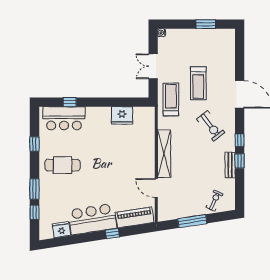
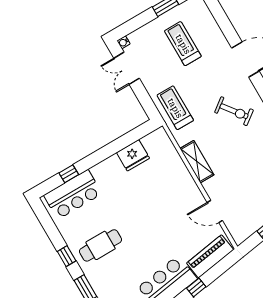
double door: (153, 66) -> (127, 68), moved
treadmill: (198, 83) -> (183, 44), moved, turned 180
window: (34, 144) -> (67, 256), moved
shelving: (164, 154) -> (197, 162), width x0.68

